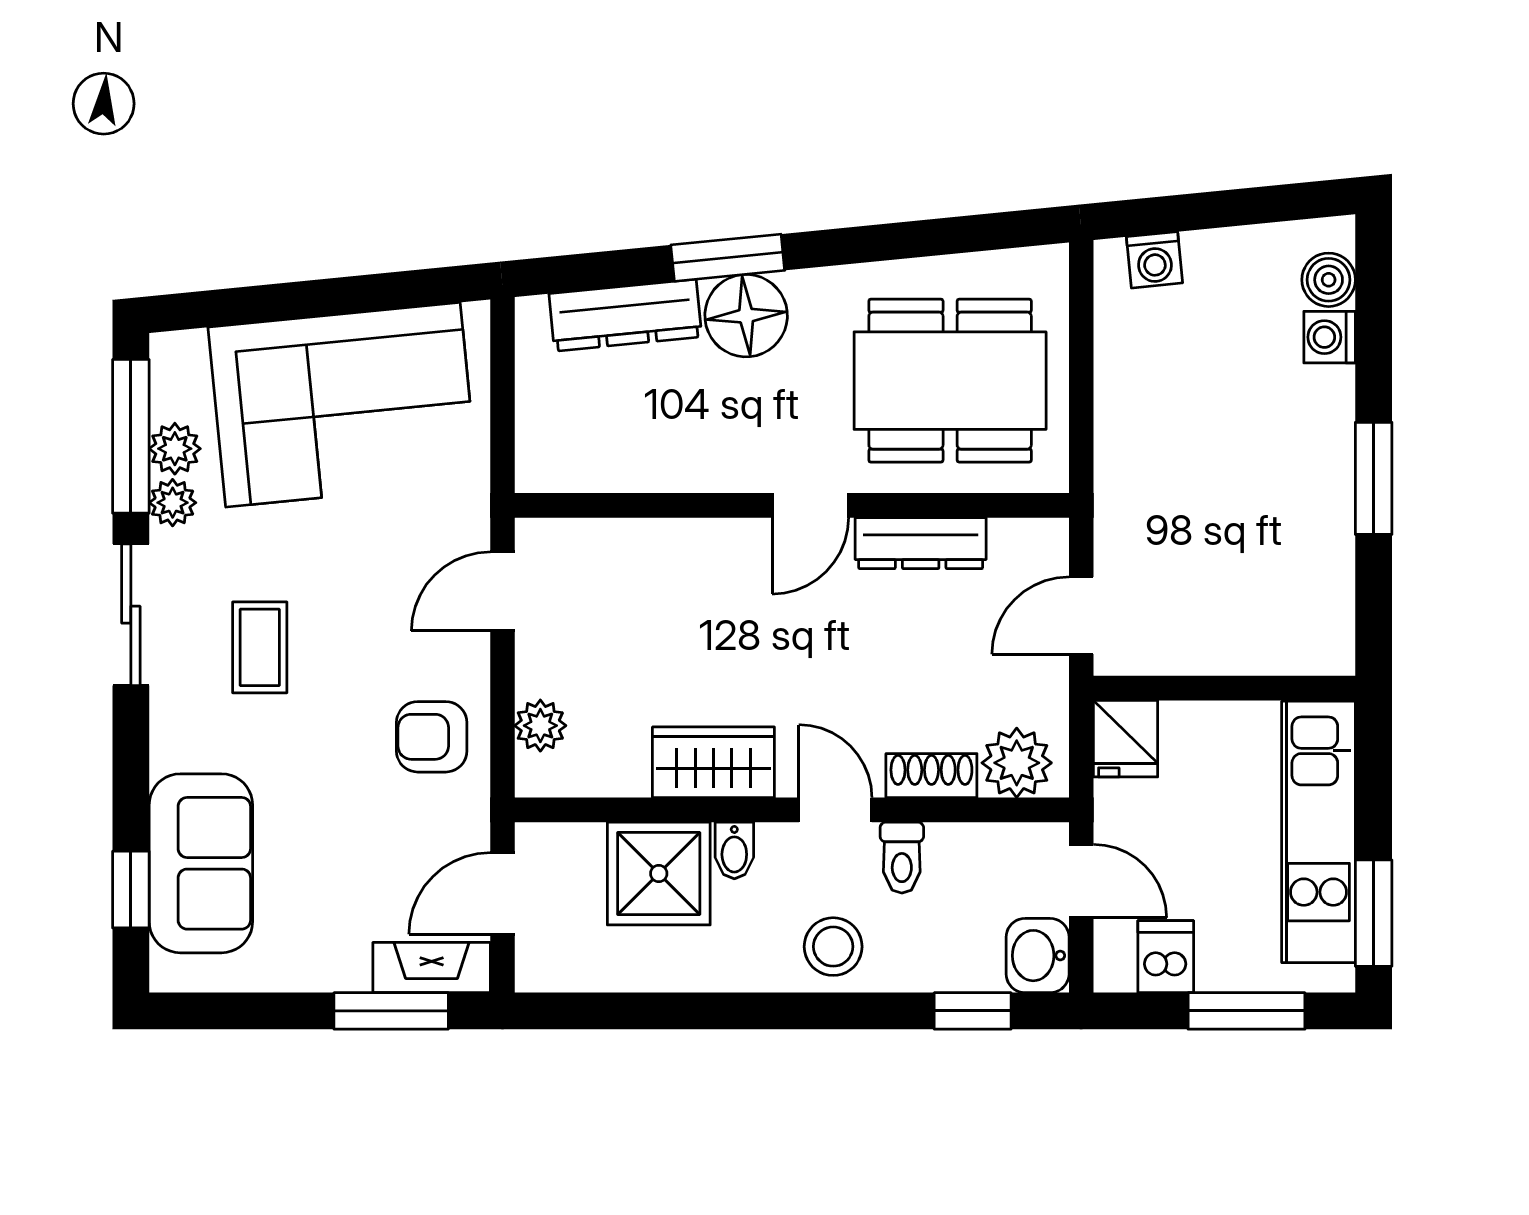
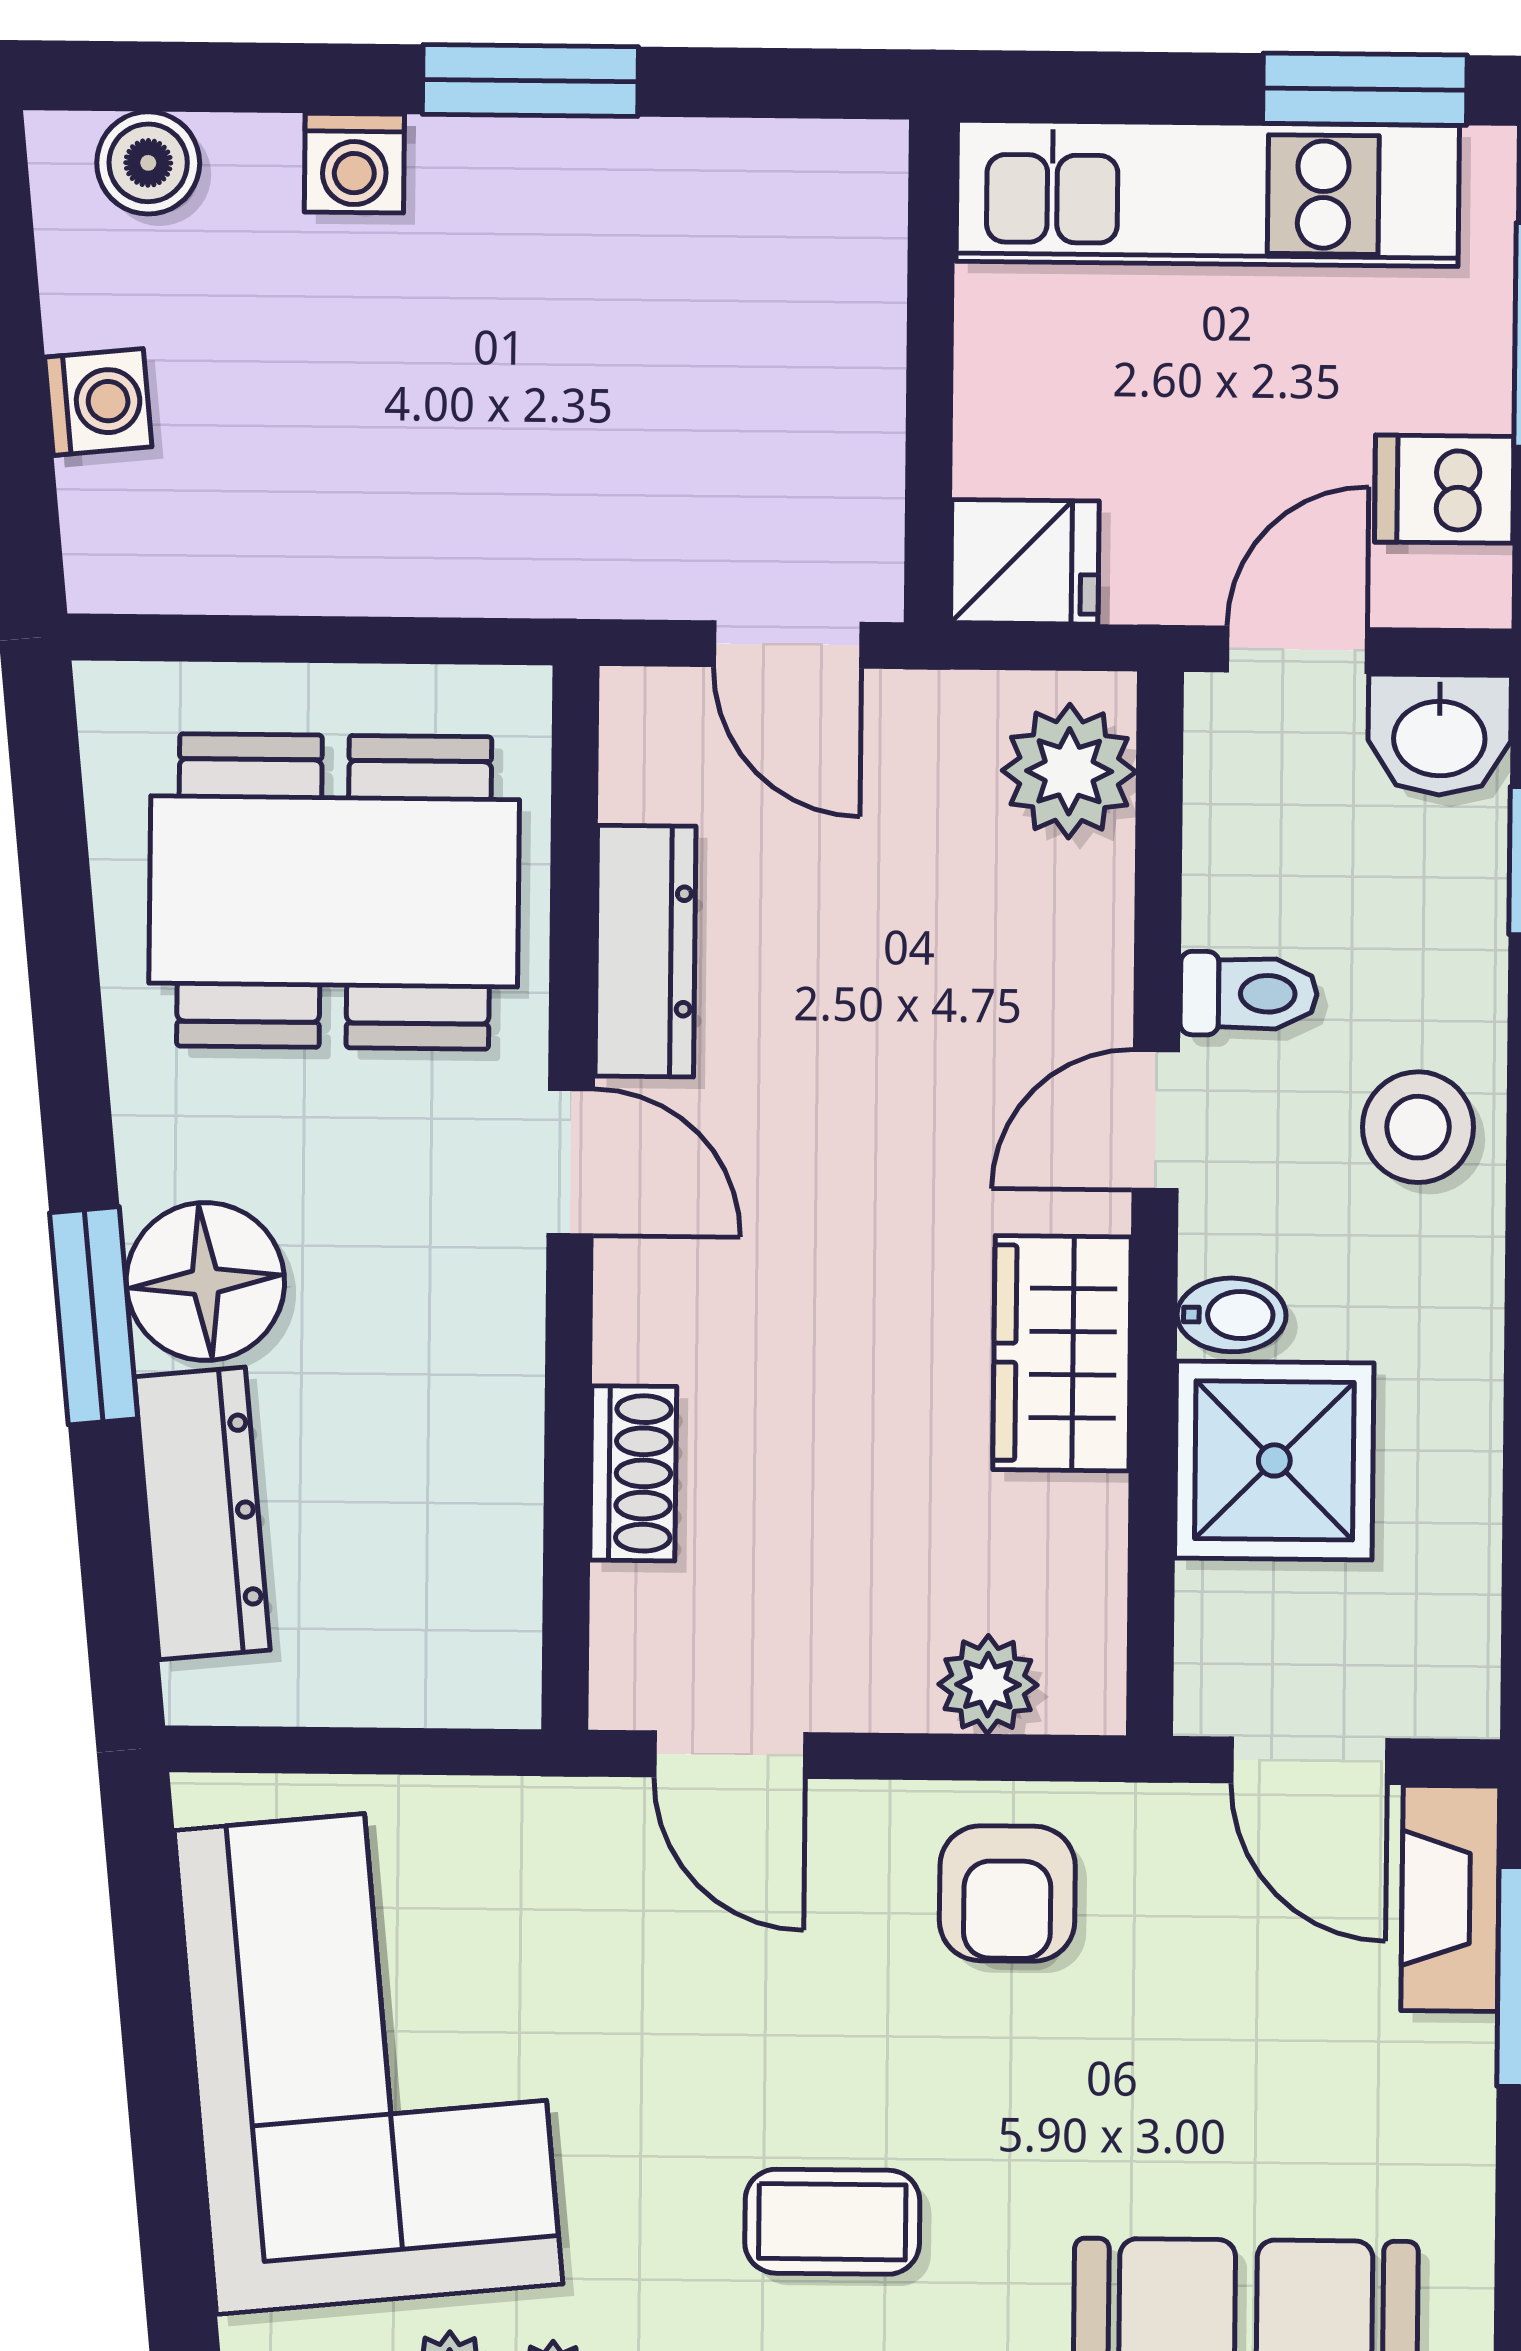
washing machine: (1154, 260) -> (98, 402), moved
washing machine: (1330, 337) -> (354, 163), moved
dining table: (950, 381) -> (334, 891), turned 90
shoe rack: (931, 776) -> (633, 1473), moved, turned 180

